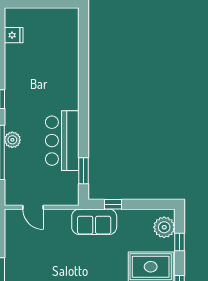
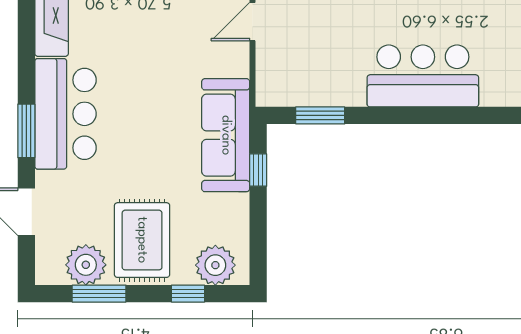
bar counter: (62, 141) -> (423, 76), moved
sofa: (94, 222) -> (226, 135), width x1.36

